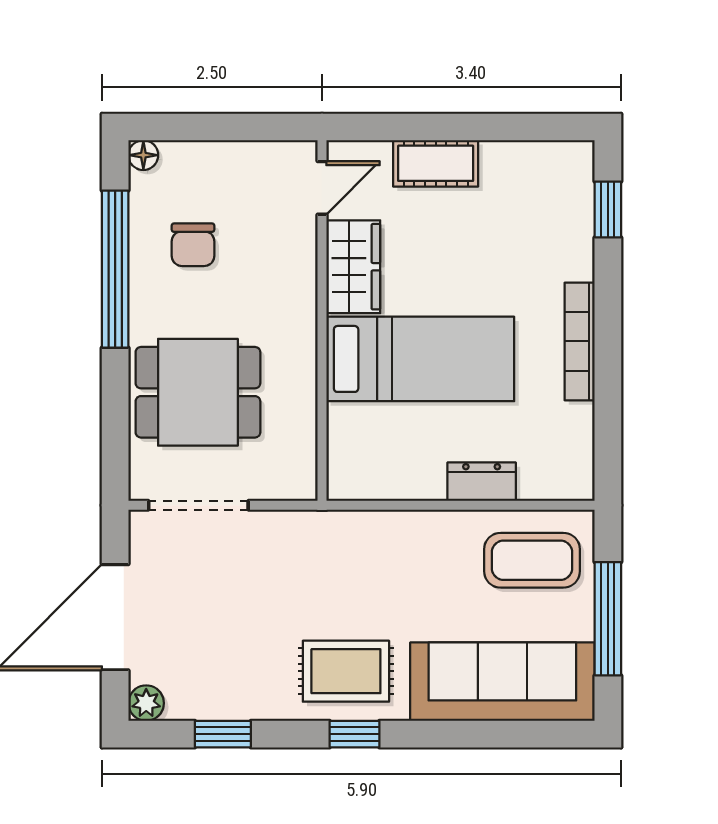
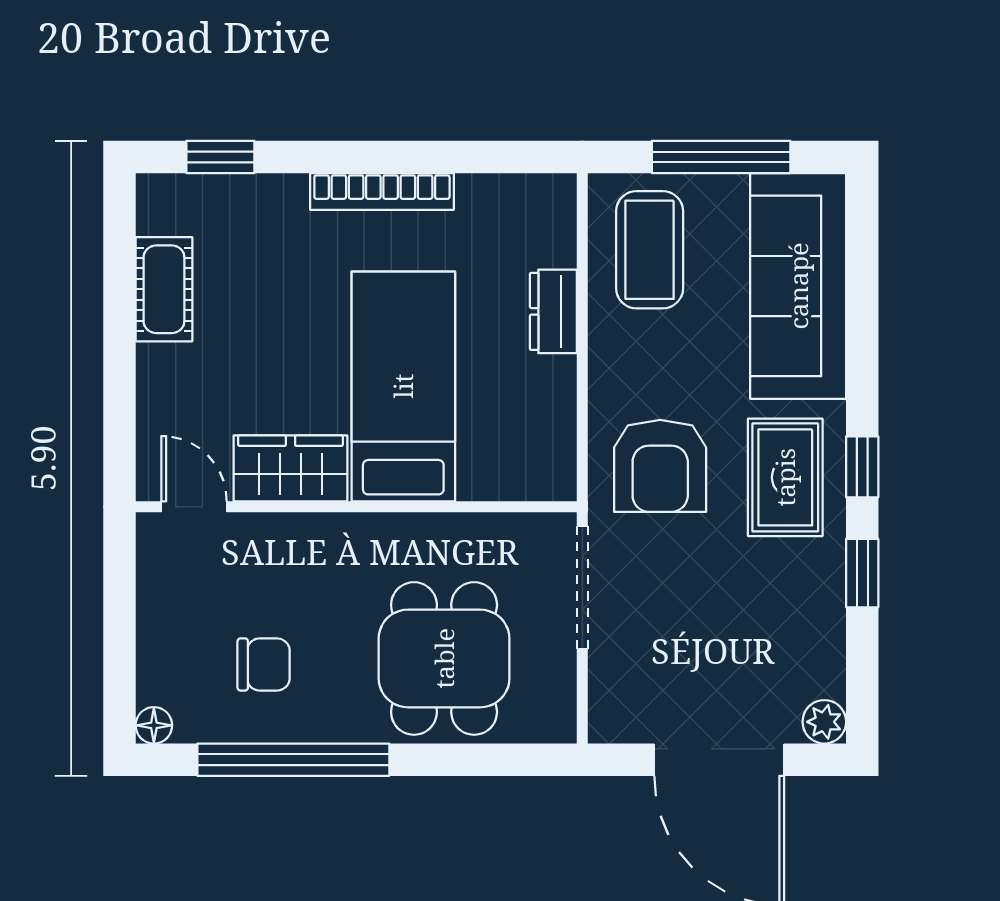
cot: (436, 163) -> (164, 289), moved
doorway: (198, 505) -> (582, 587), moved
armchair: (355, 569) -> (660, 466), added
window: (223, 734) -> (862, 573), moved

